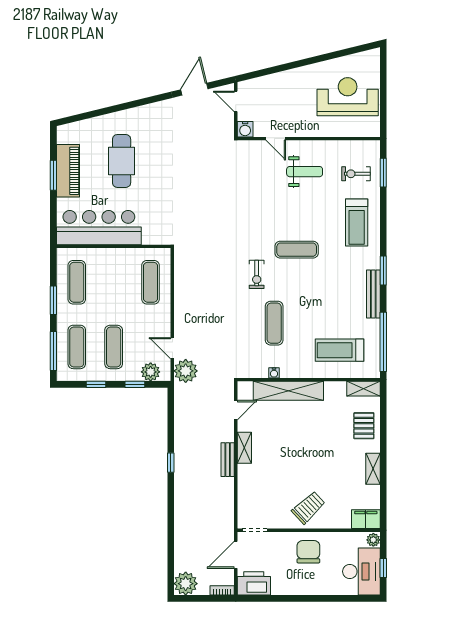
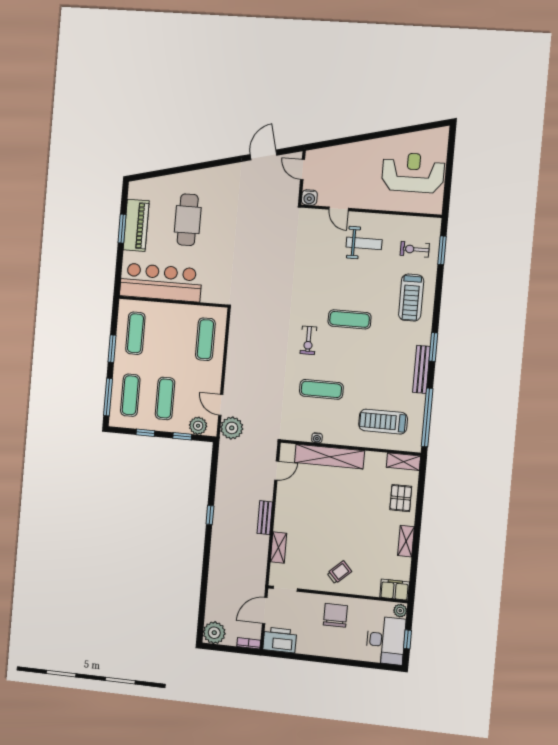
exercise mat: (274, 323) -> (321, 389), turned 90
shelving: (244, 448) -> (278, 547), moved
trolley: (309, 508) -> (339, 572), width x0.73, depth x0.72

